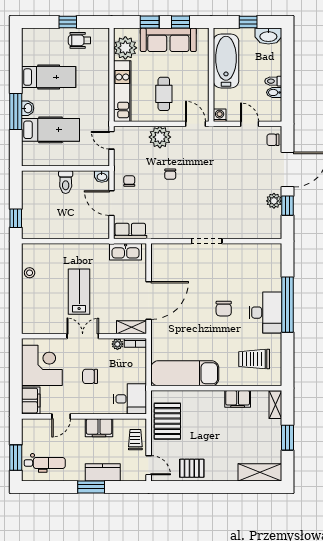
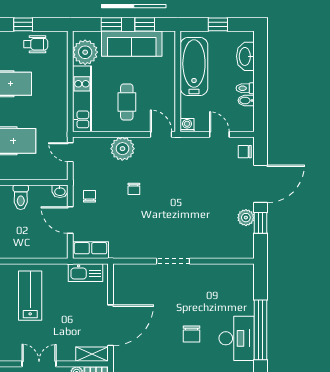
washbasin: (268, 36) -> (245, 56), moved, turned 90
wheelchair: (79, 40) -> (36, 44), turned 180
lab bench: (79, 292) -> (30, 296), moved

